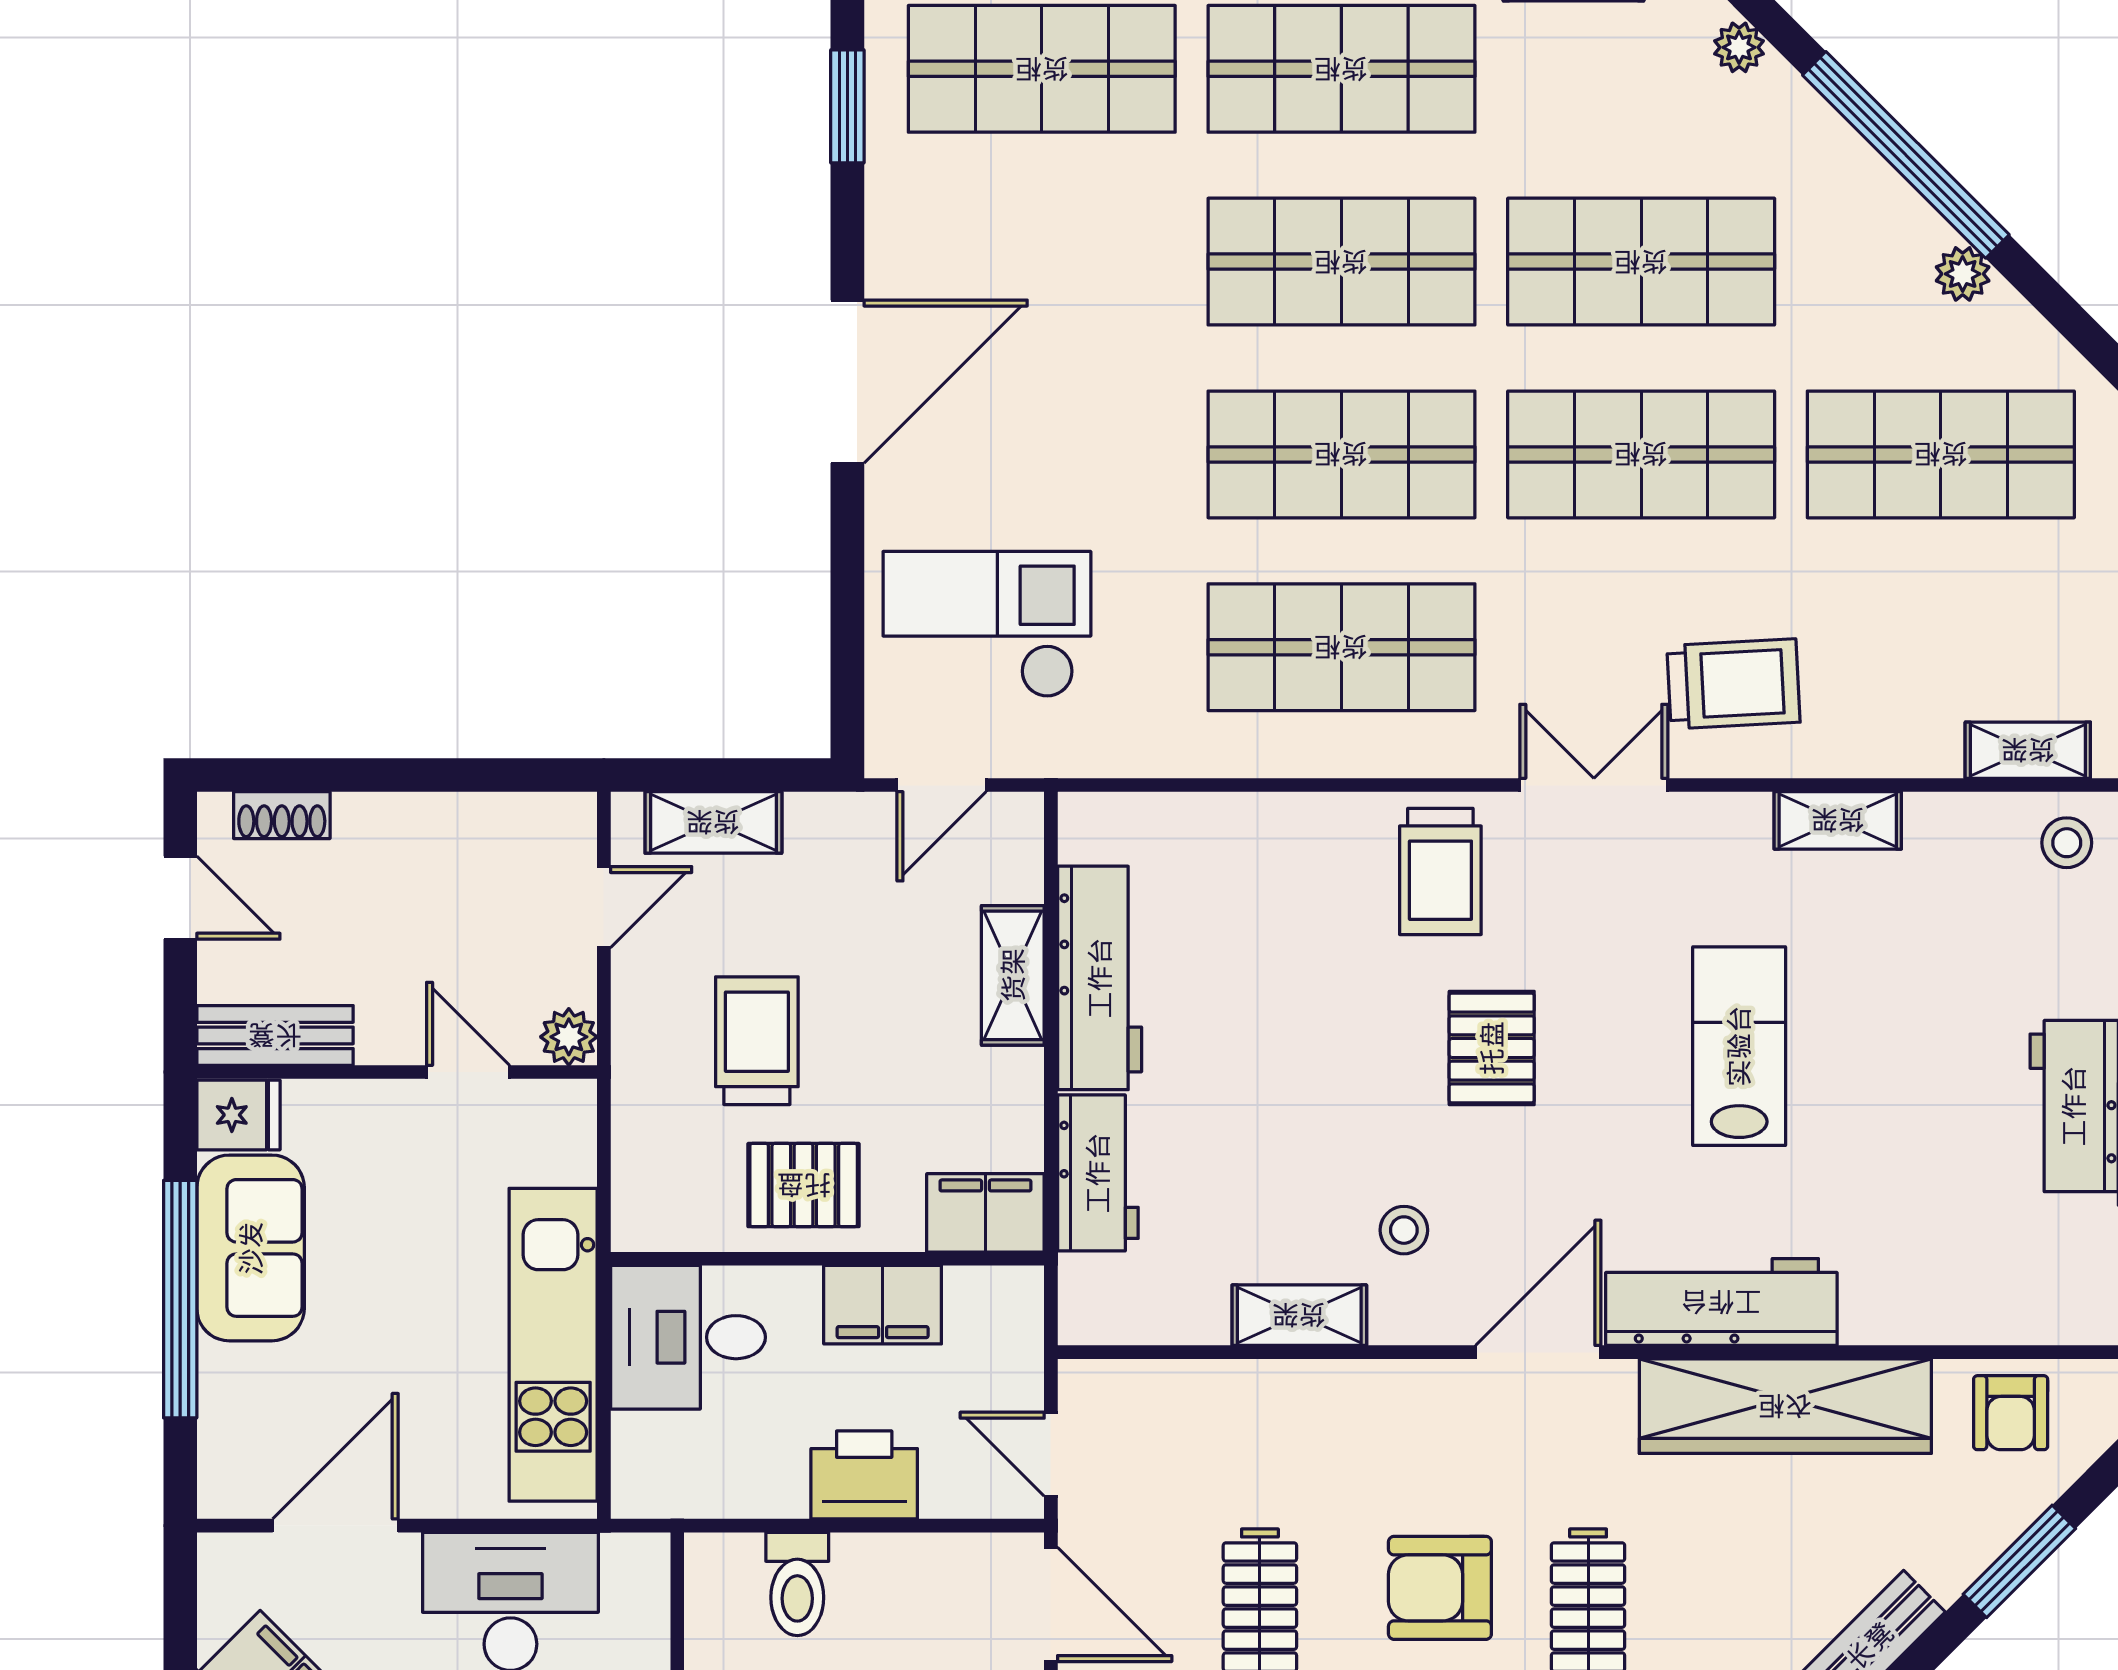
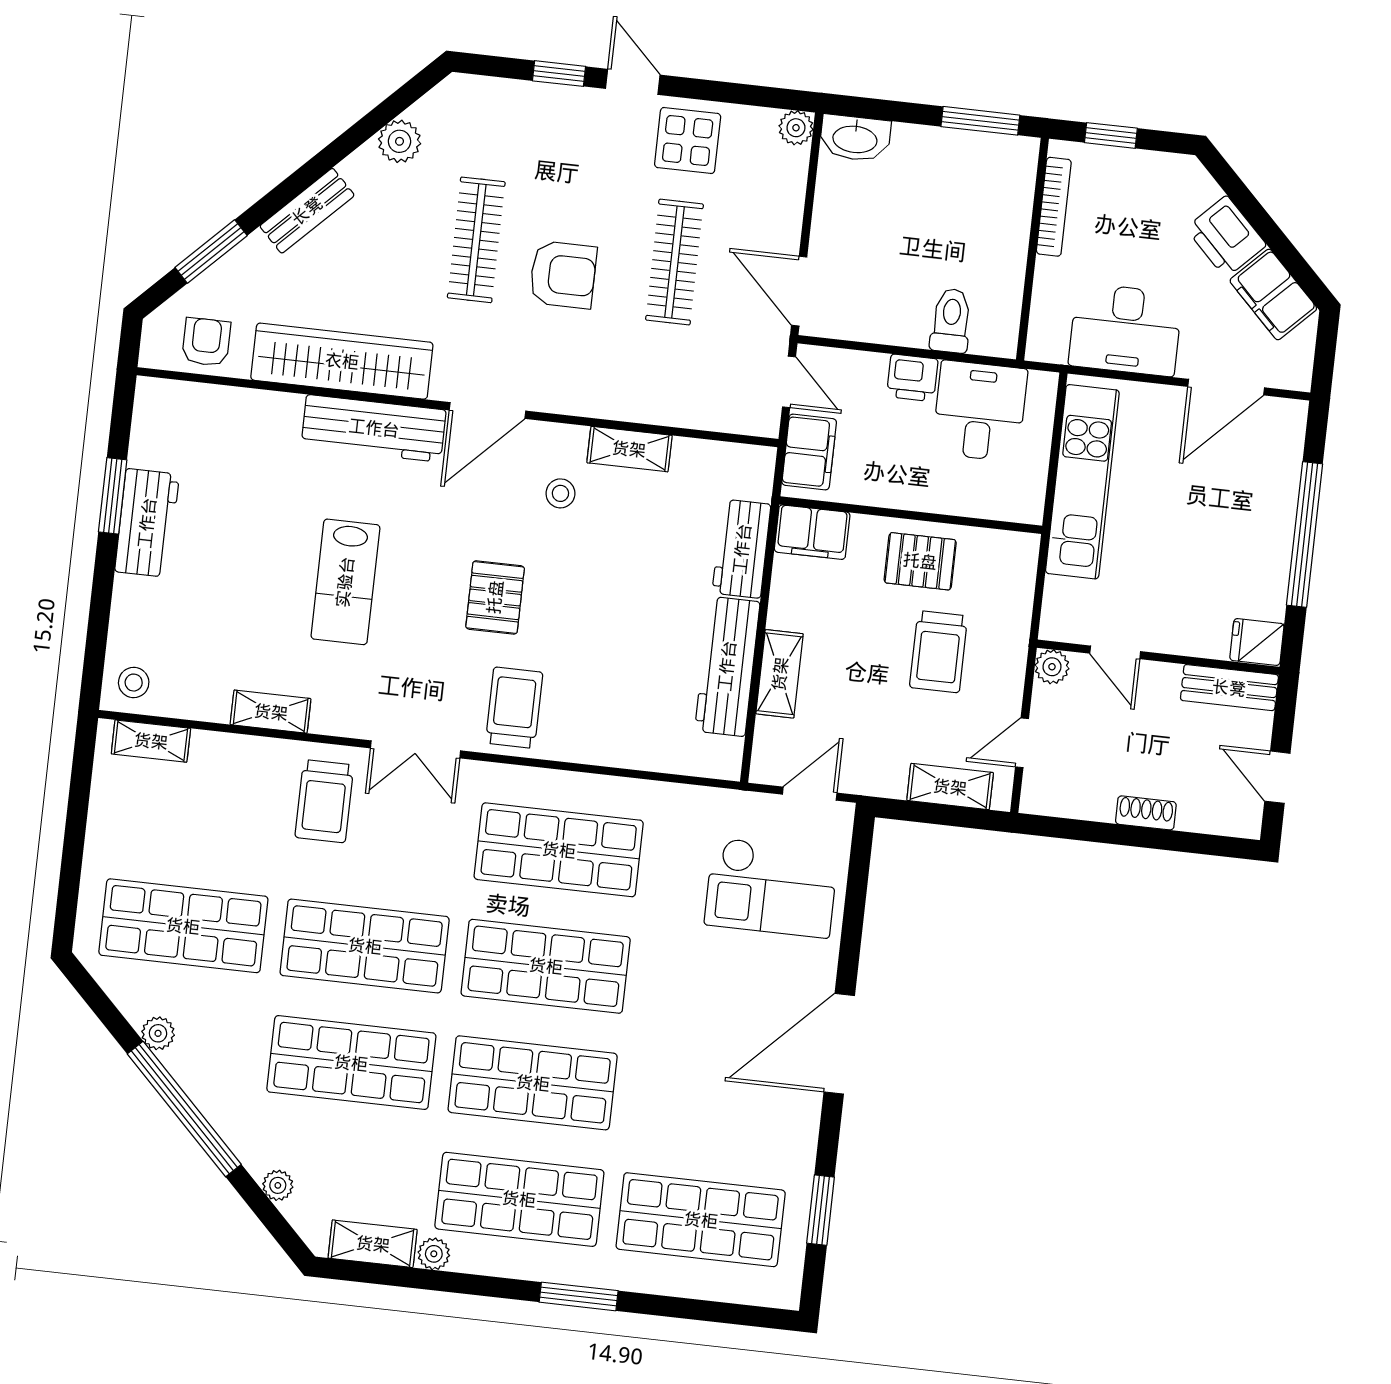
trolley: (1733, 684) -> (324, 801), turned -87
shoe rack: (282, 815) -> (1146, 813), moved
sofa: (251, 1248) -> (1259, 561), removed
filing cabinet: (883, 1305) -> (809, 452), moved, turned 90
desk: (688, 1337) -> (980, 411), moved, turned -90
printer: (864, 1475) -> (912, 378), width x0.73, depth x0.81

